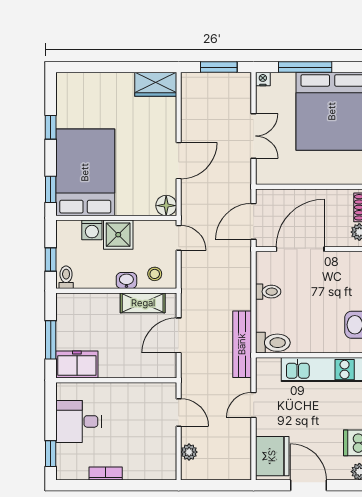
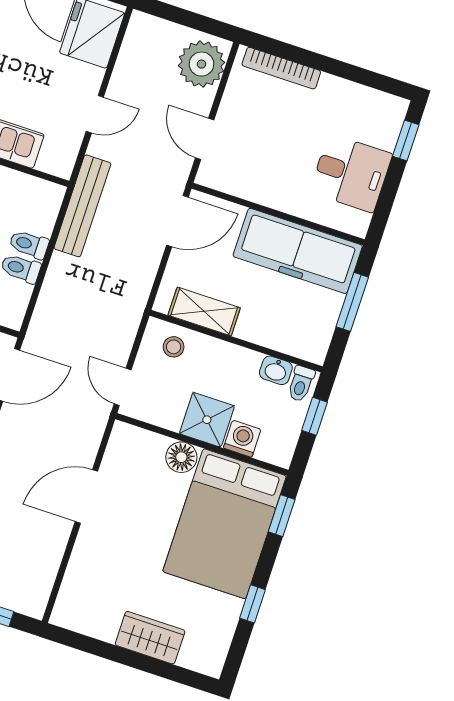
wardrobe: (156, 84) -> (150, 638), moved
floor lamp: (166, 206) -> (181, 457), moved
washbasin: (126, 280) -> (276, 370), moved
door: (179, 335) -> (177, 221), moved
toilet: (273, 343) -> (29, 244), moved, width x0.73, depth x0.72
freezer: (77, 364) -> (298, 251), width x1.91, depth x1.26
plant: (189, 452) -> (201, 64), width x1.87, depth x1.87
bookcase: (106, 473) -> (281, 68), moved, width x1.56

